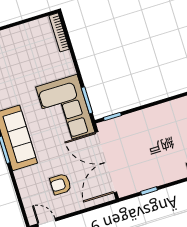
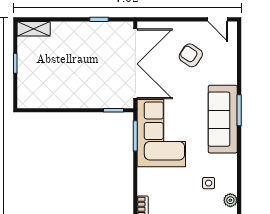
side table: (11, 79) -> (209, 183), added
armchair: (61, 184) -> (191, 55), turned -146

